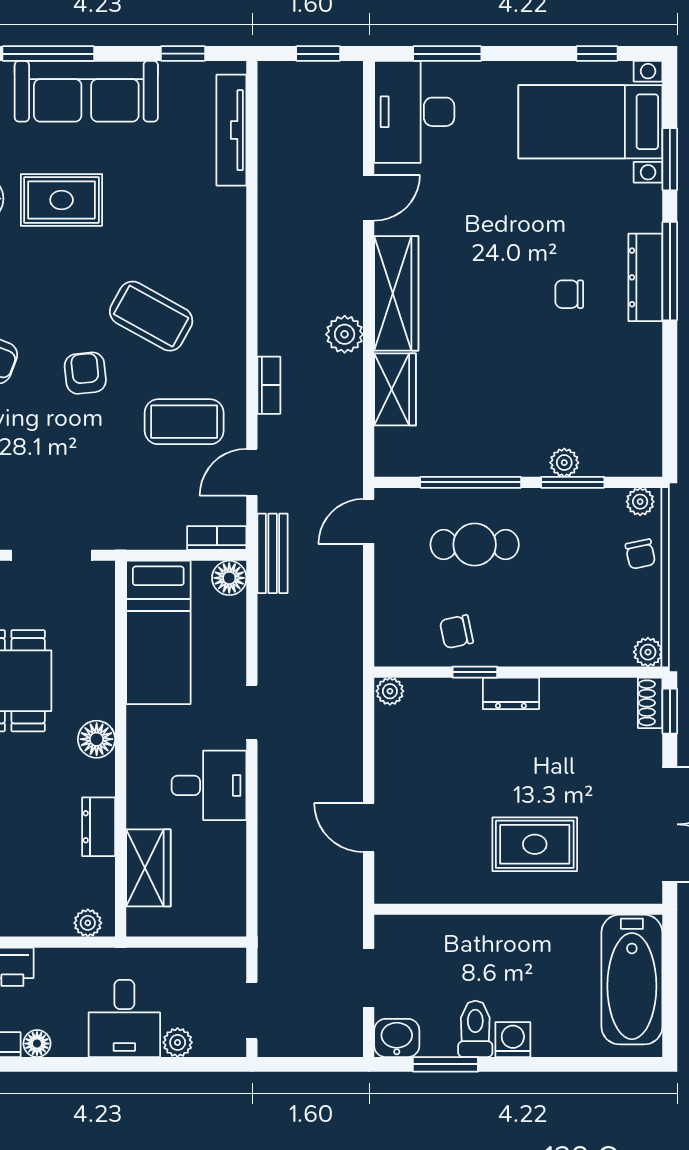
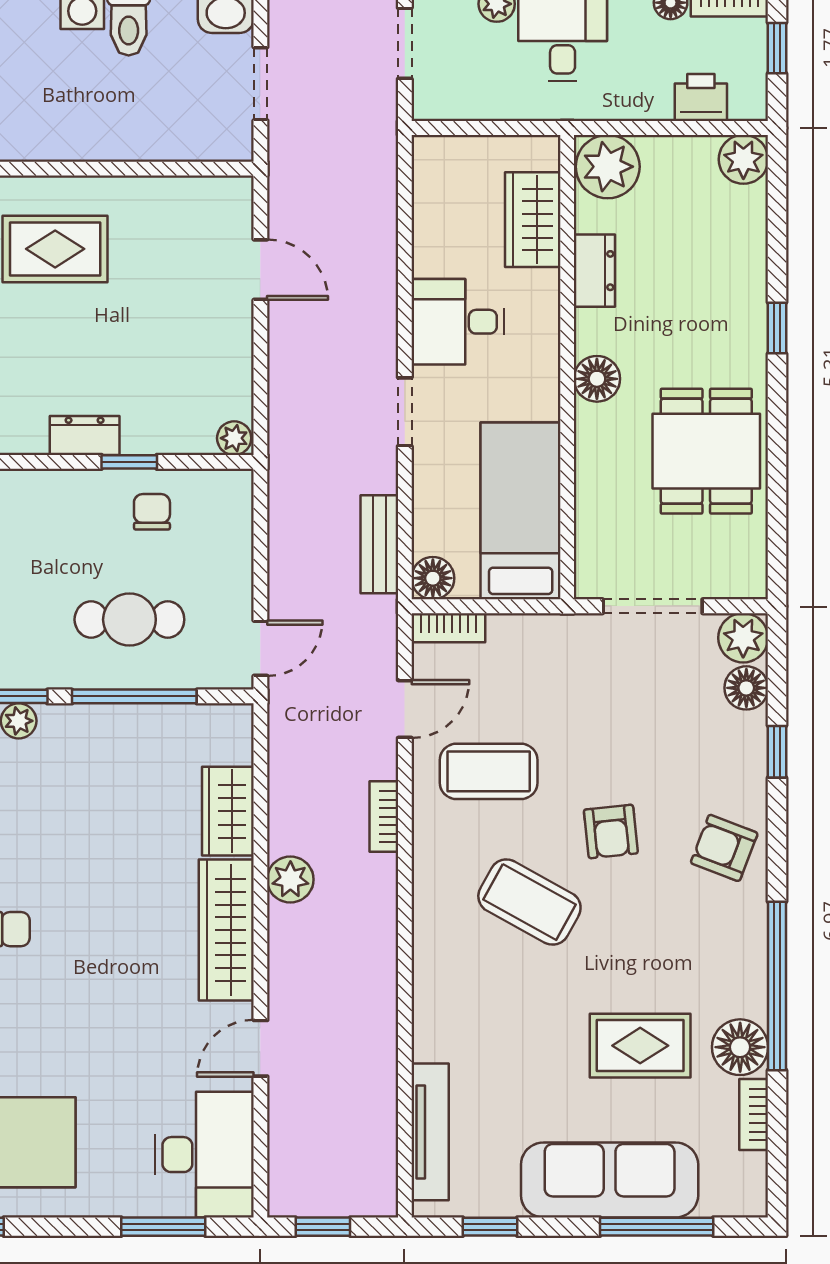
bench: (273, 553) -> (379, 544), moved
chair: (456, 632) -> (152, 512), turned -78
plant: (88, 923) -> (608, 167), width x1.88, depth x1.88

